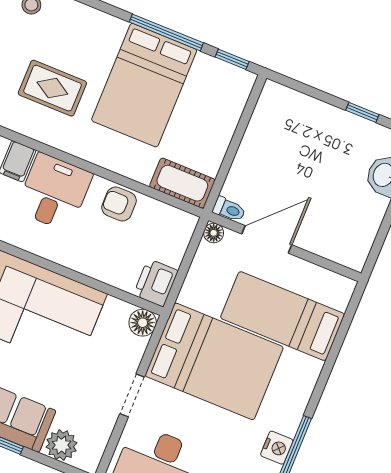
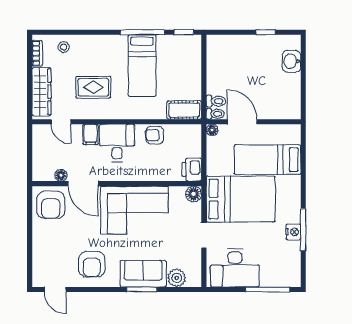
bed: (144, 85) -> (142, 66), width x0.67
toilet: (238, 190) -> (216, 101), added
door: (267, 239) -> (242, 122), hinge flipped

